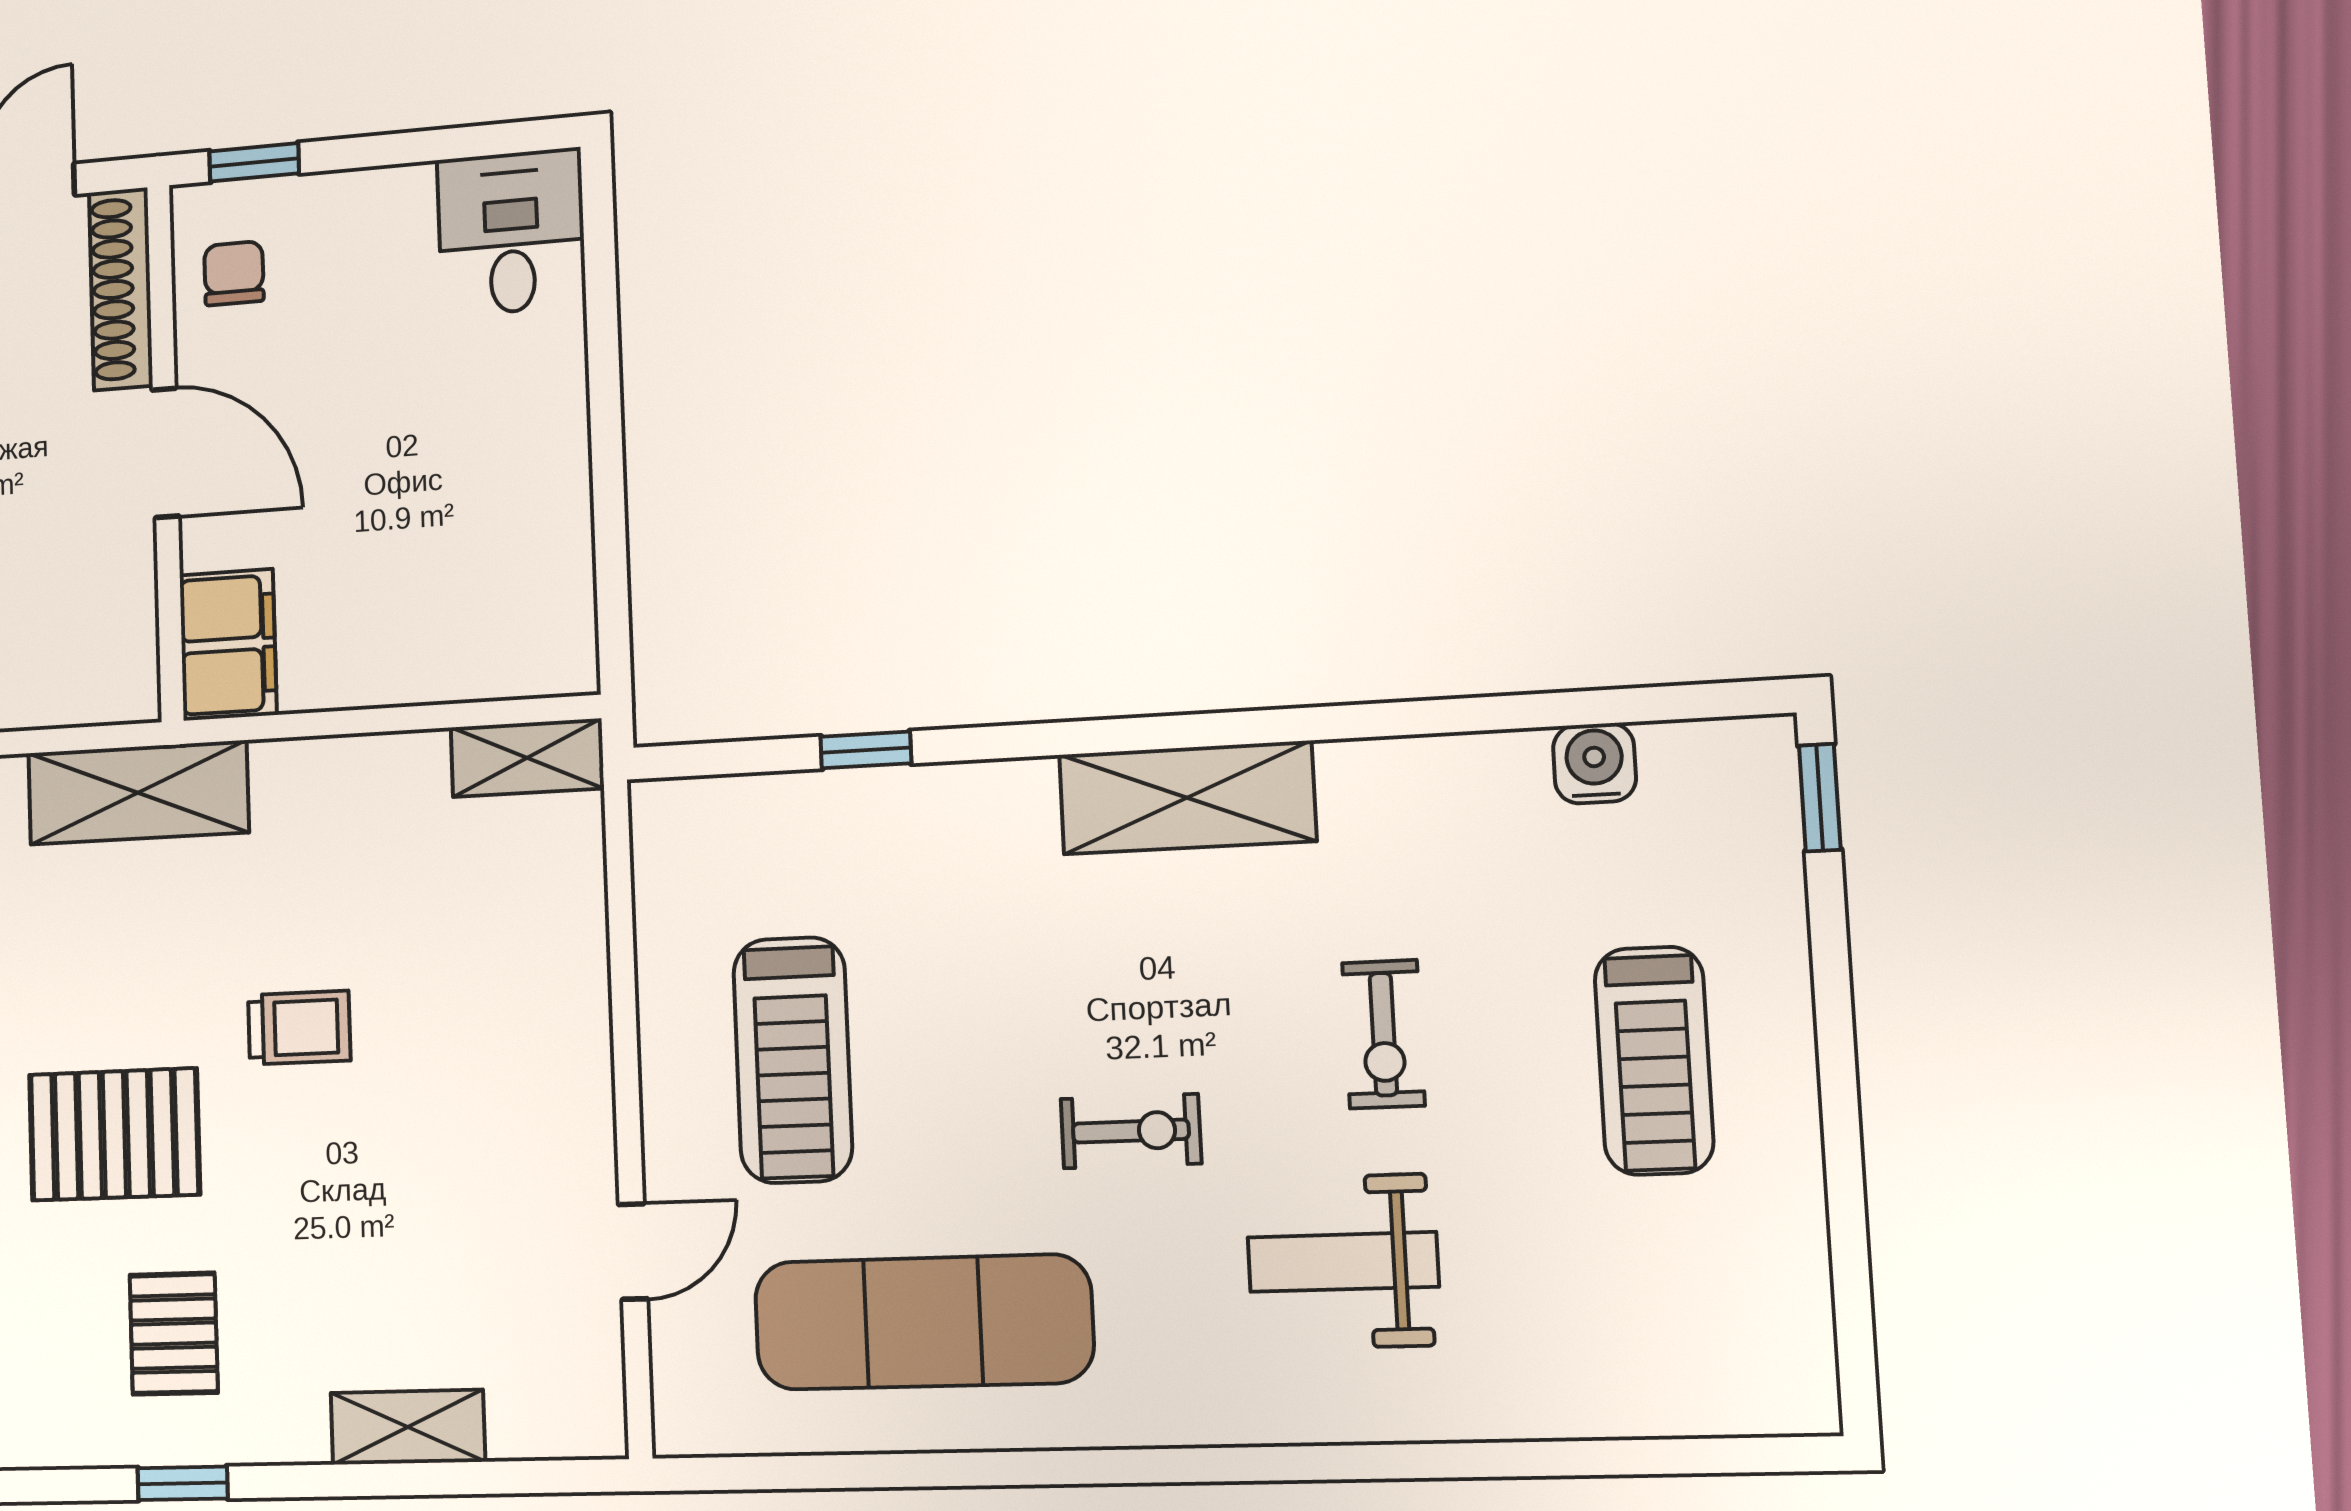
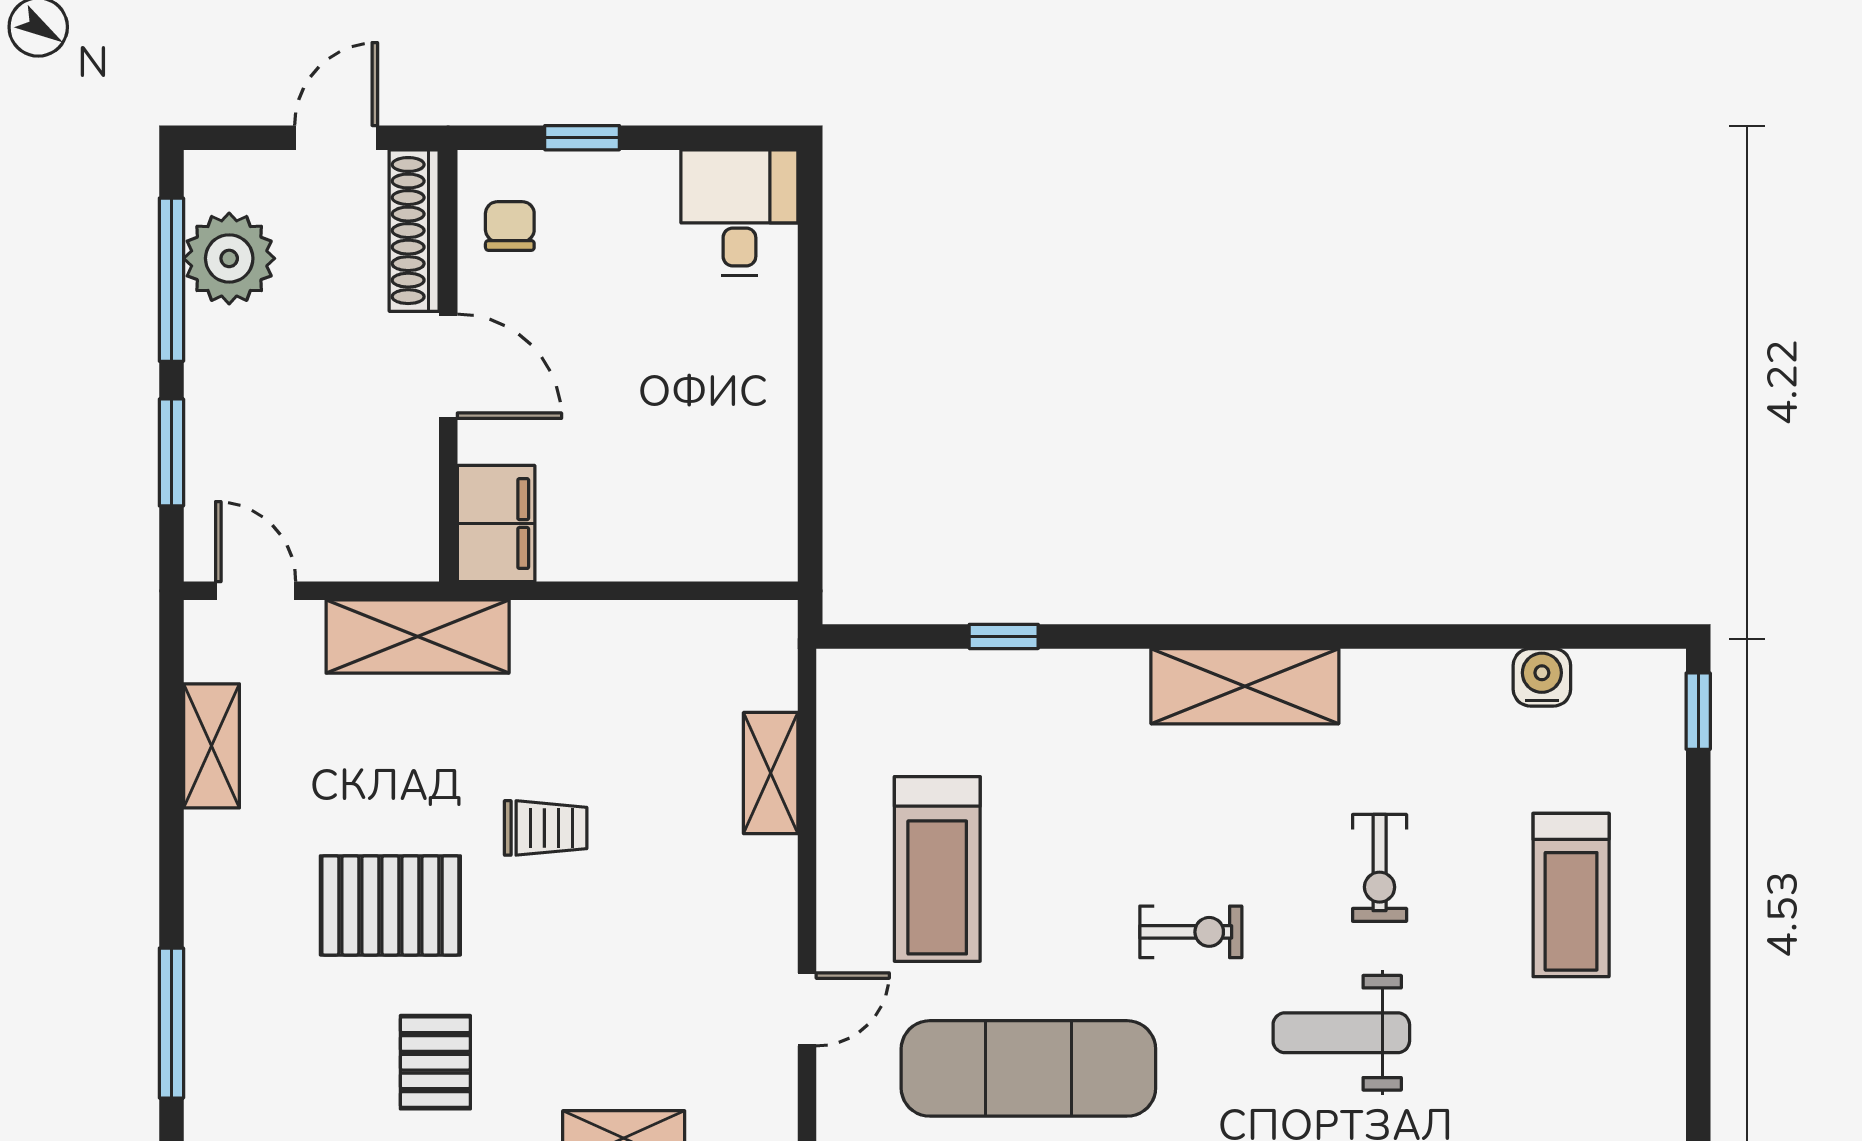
window: (254, 162) -> (582, 138), moved
shelving: (527, 758) -> (771, 773), moved, turned 90

